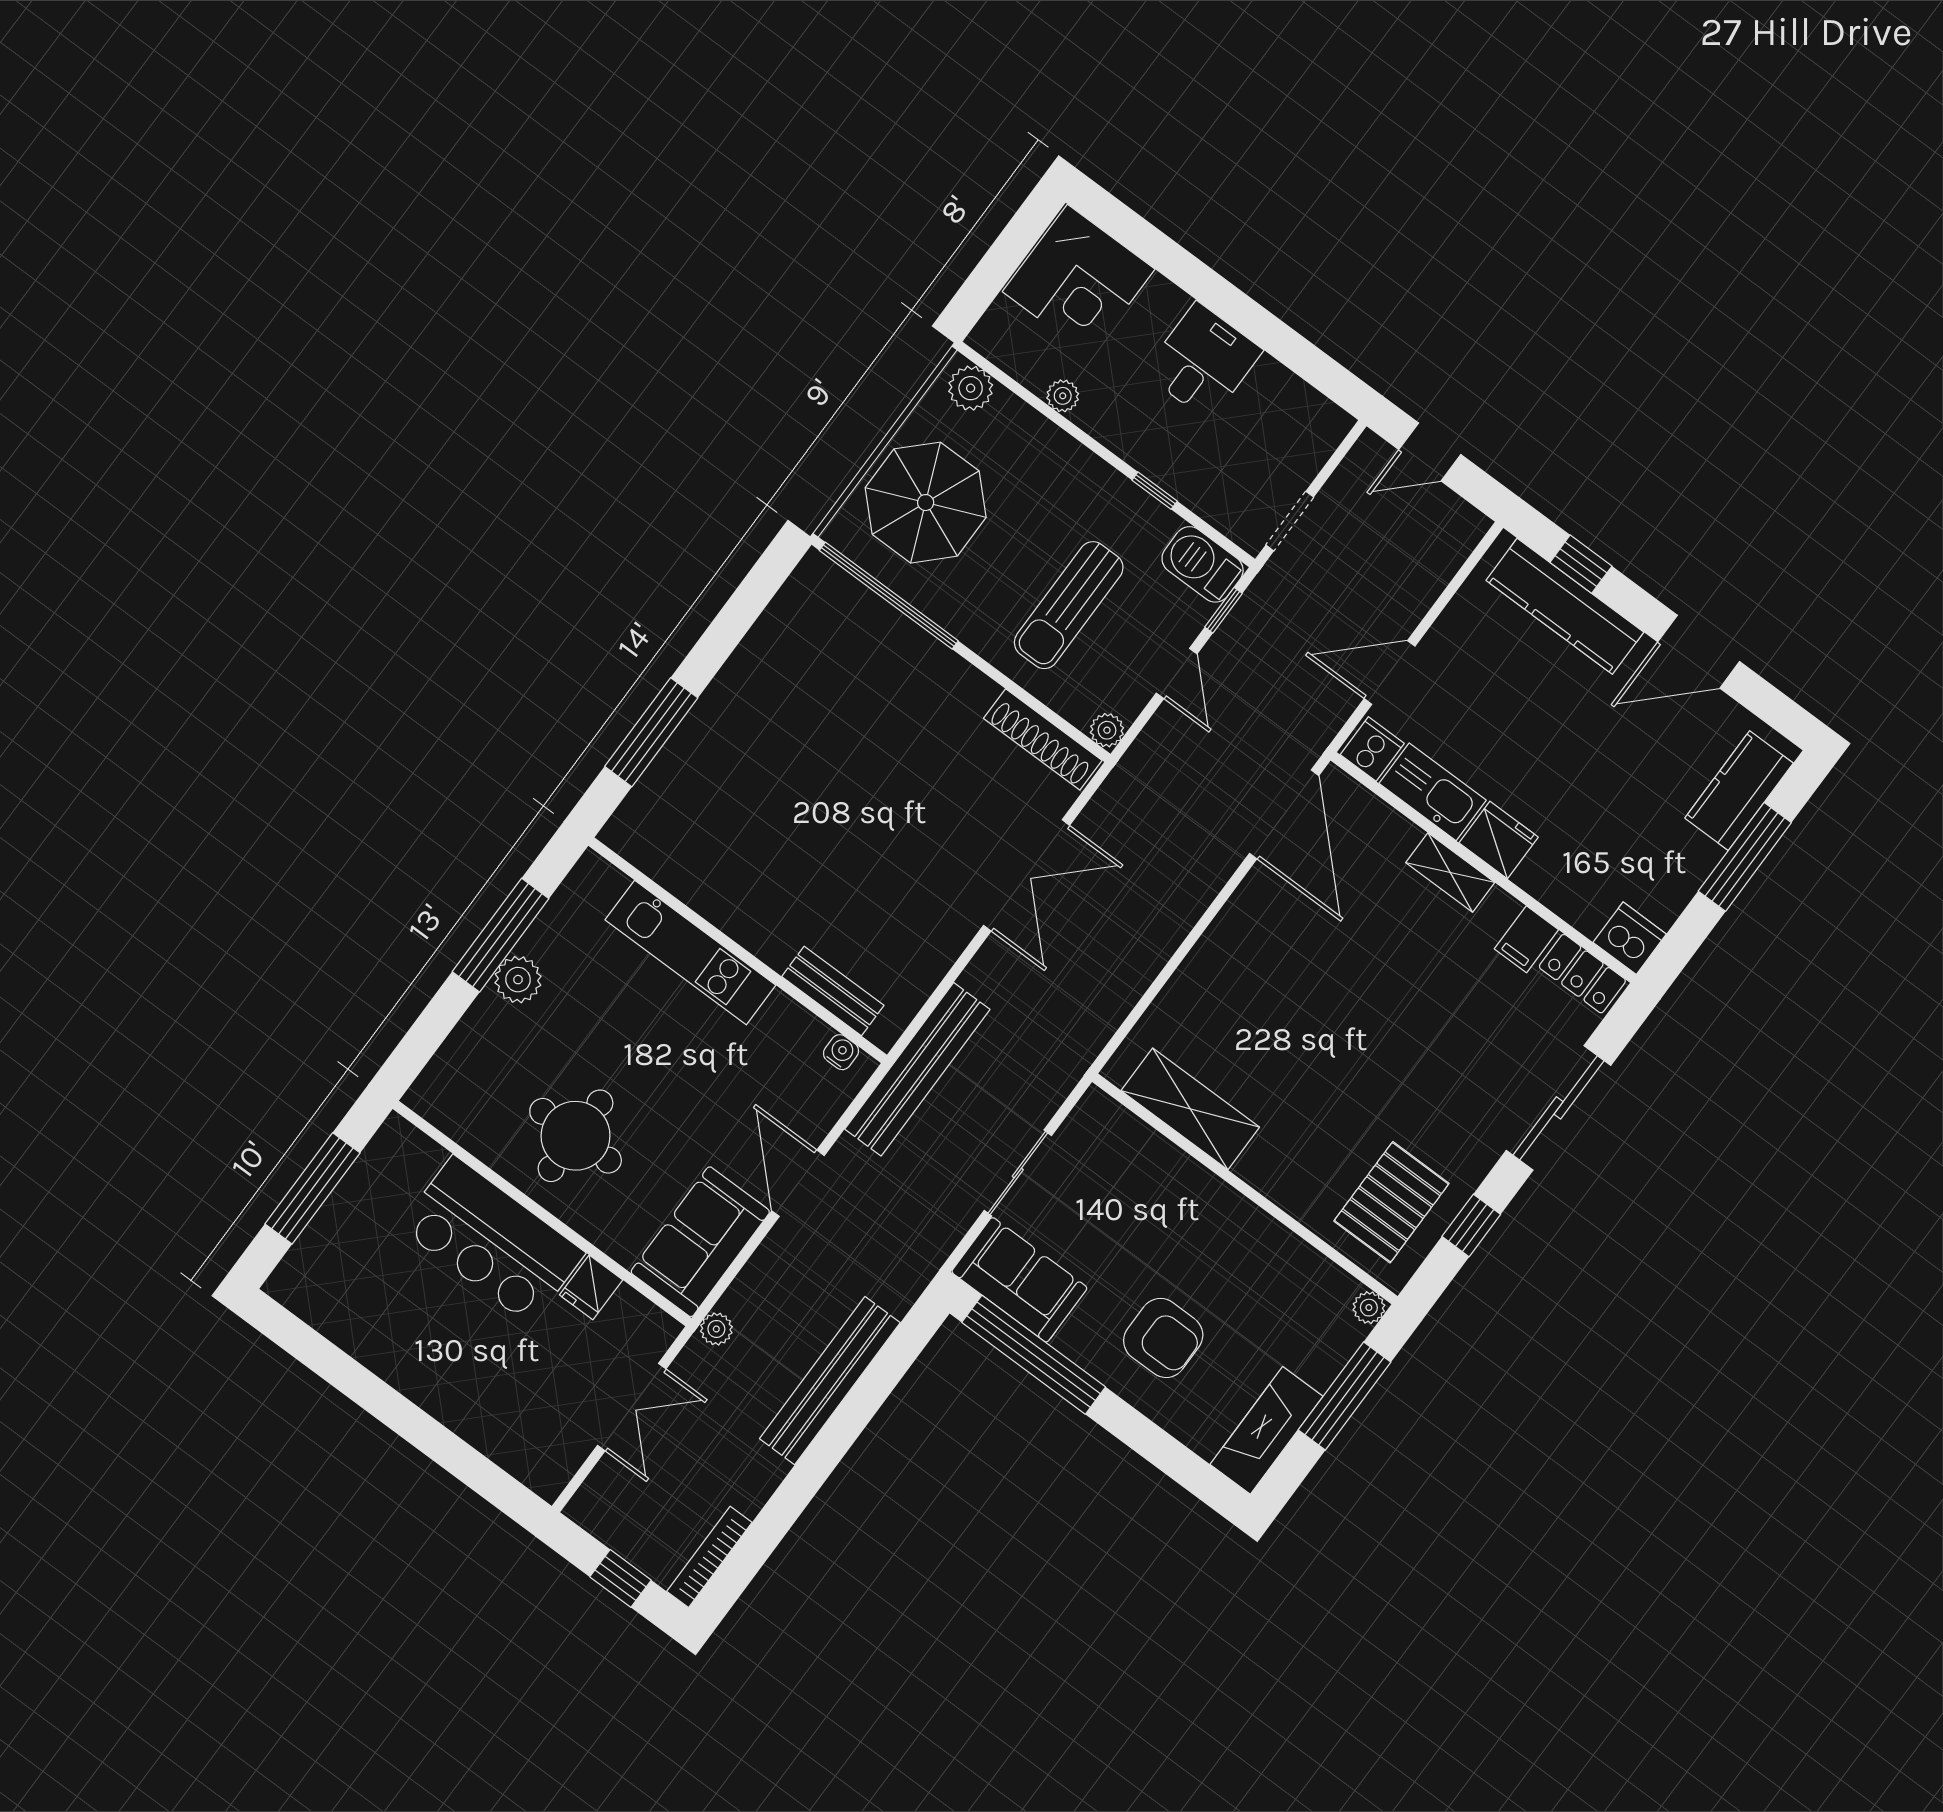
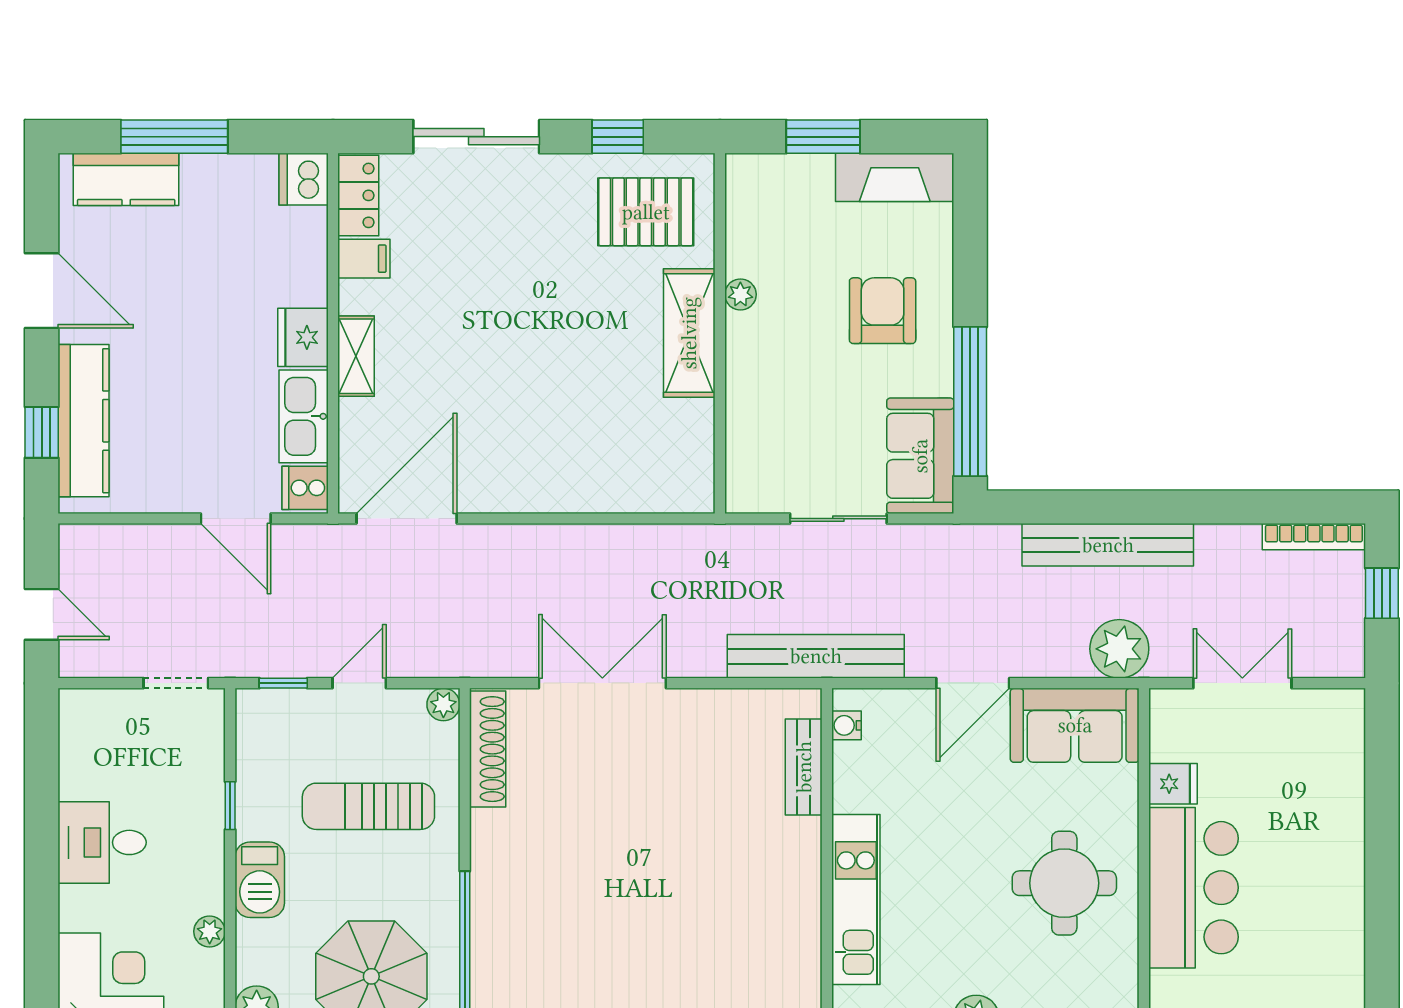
barbecue: (1203, 564) -> (260, 880), moved
sun lounger: (1069, 605) -> (368, 806), turned 180
shelving: (1190, 1109) -> (689, 333), moved
plant: (1369, 1308) -> (740, 294), moved
plant: (716, 1329) -> (1119, 649), width x1.87, depth x1.87
window: (1345, 1396) -> (823, 137), width x0.69

